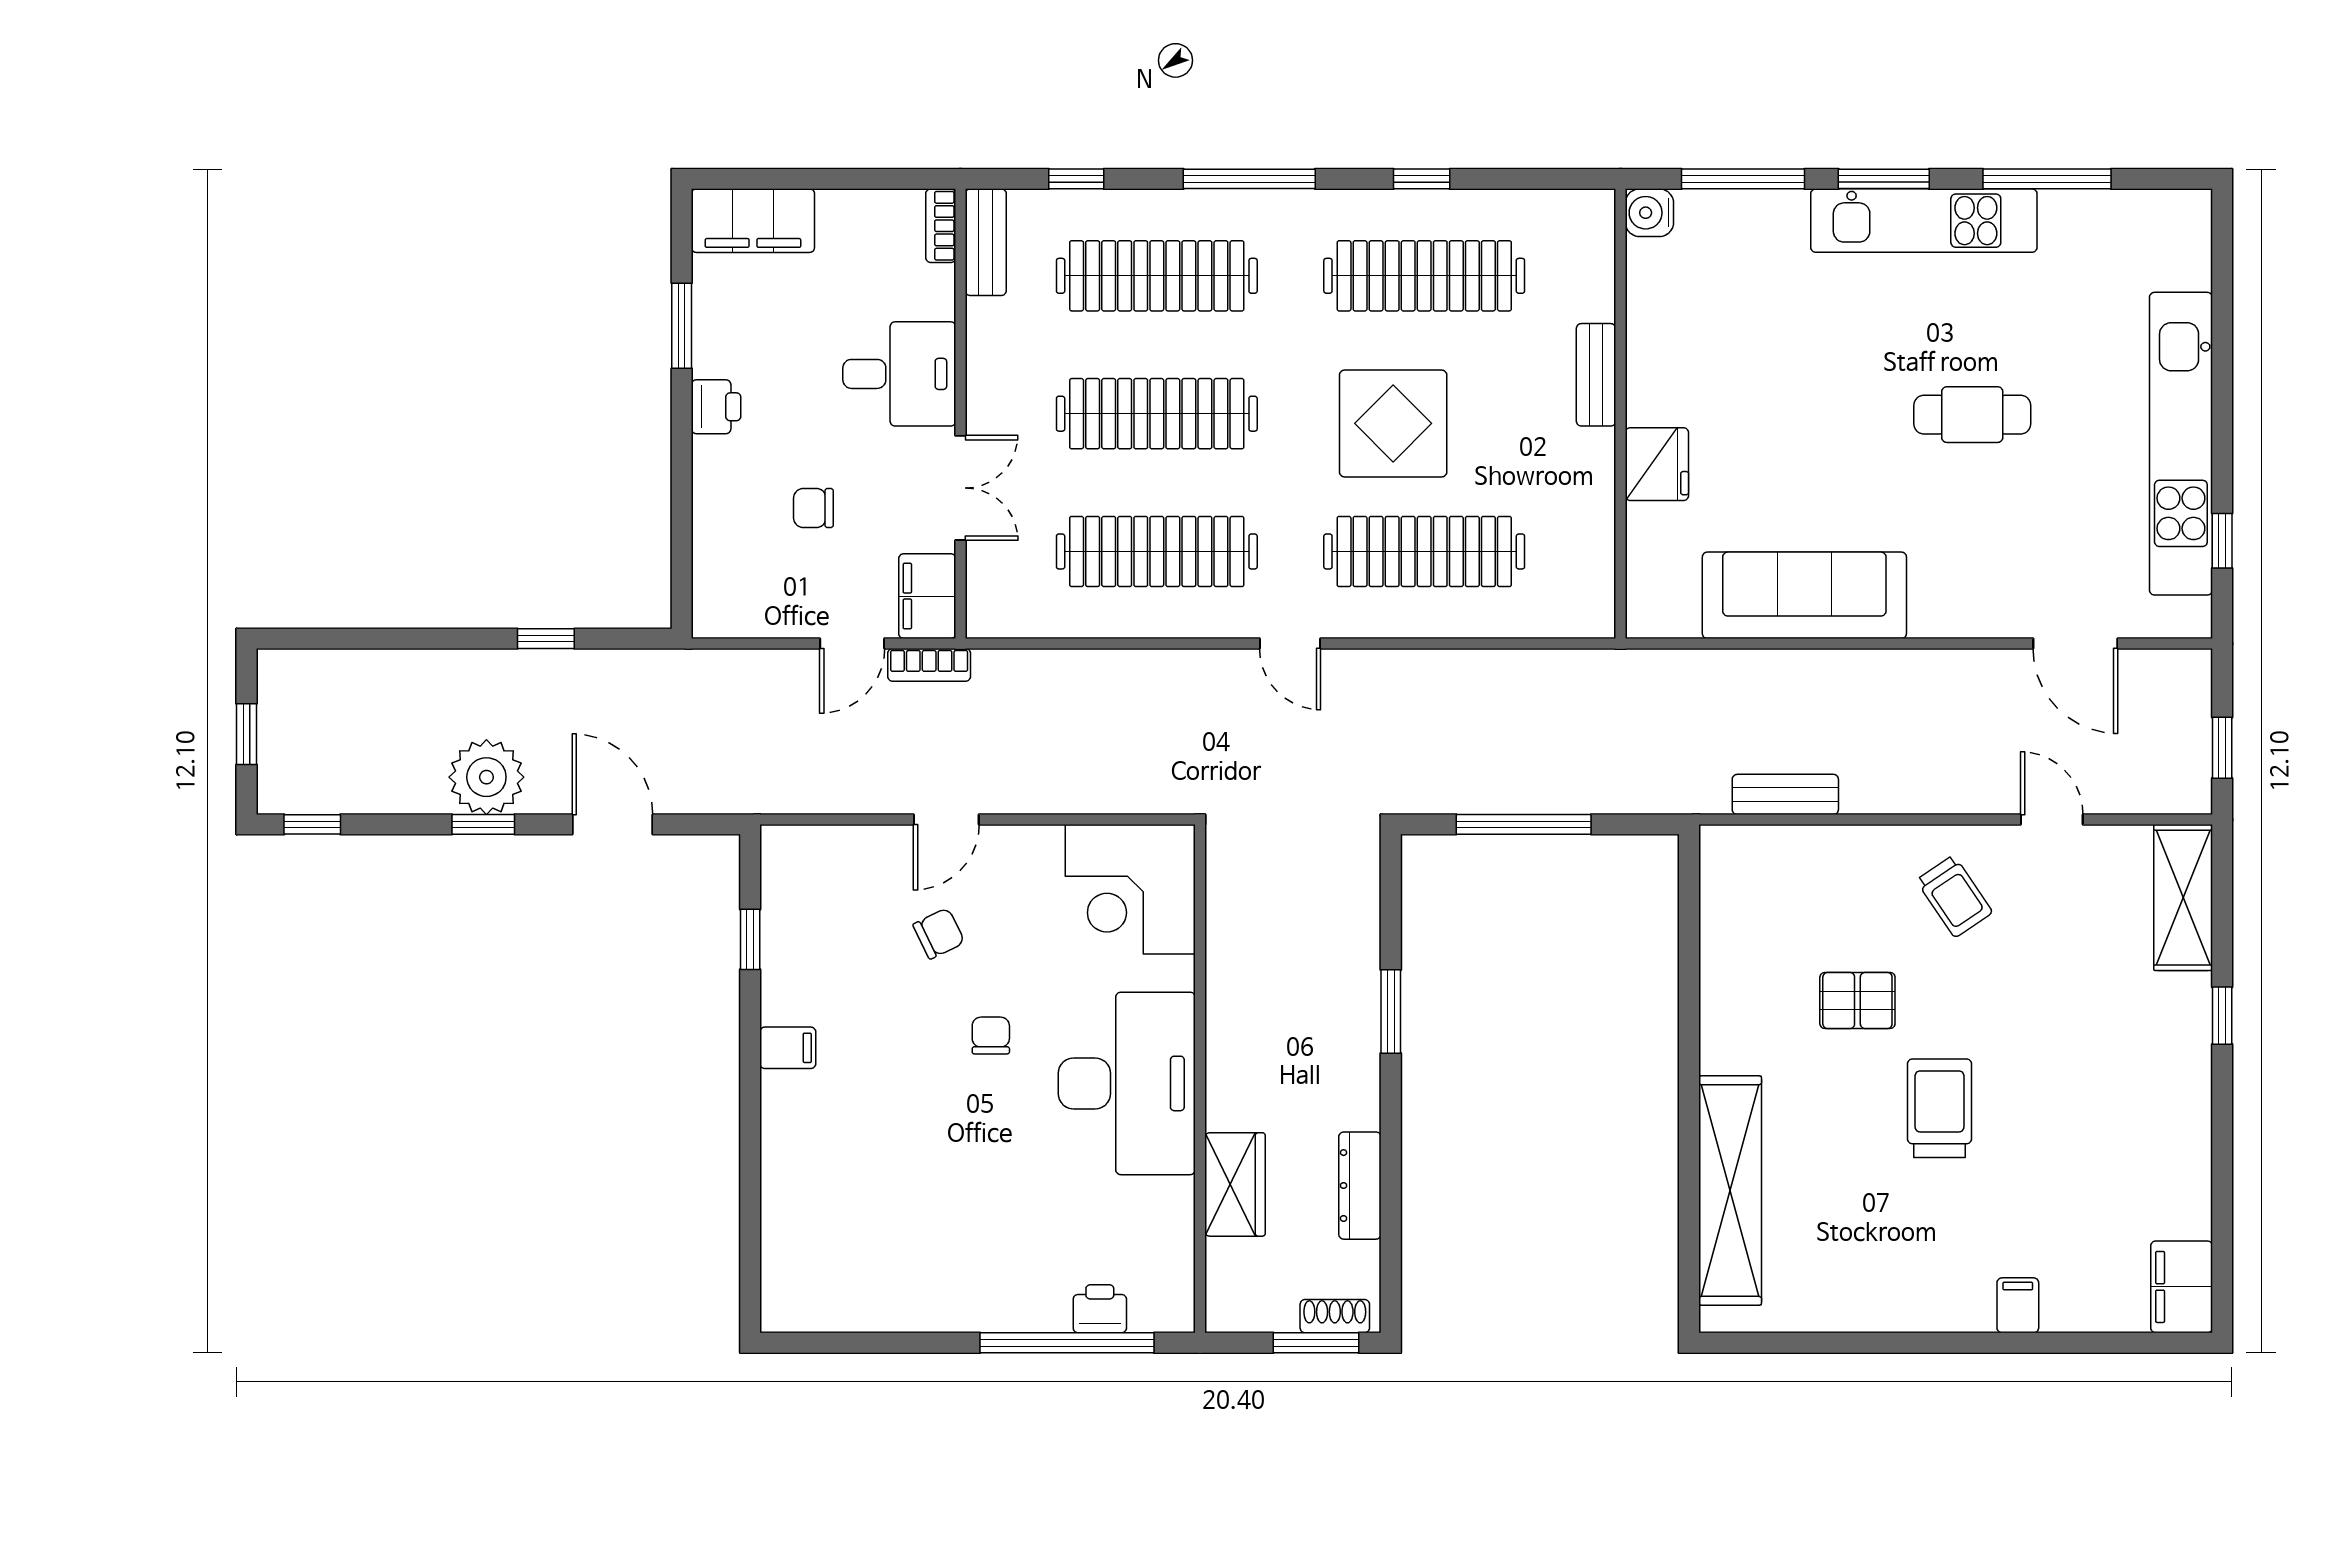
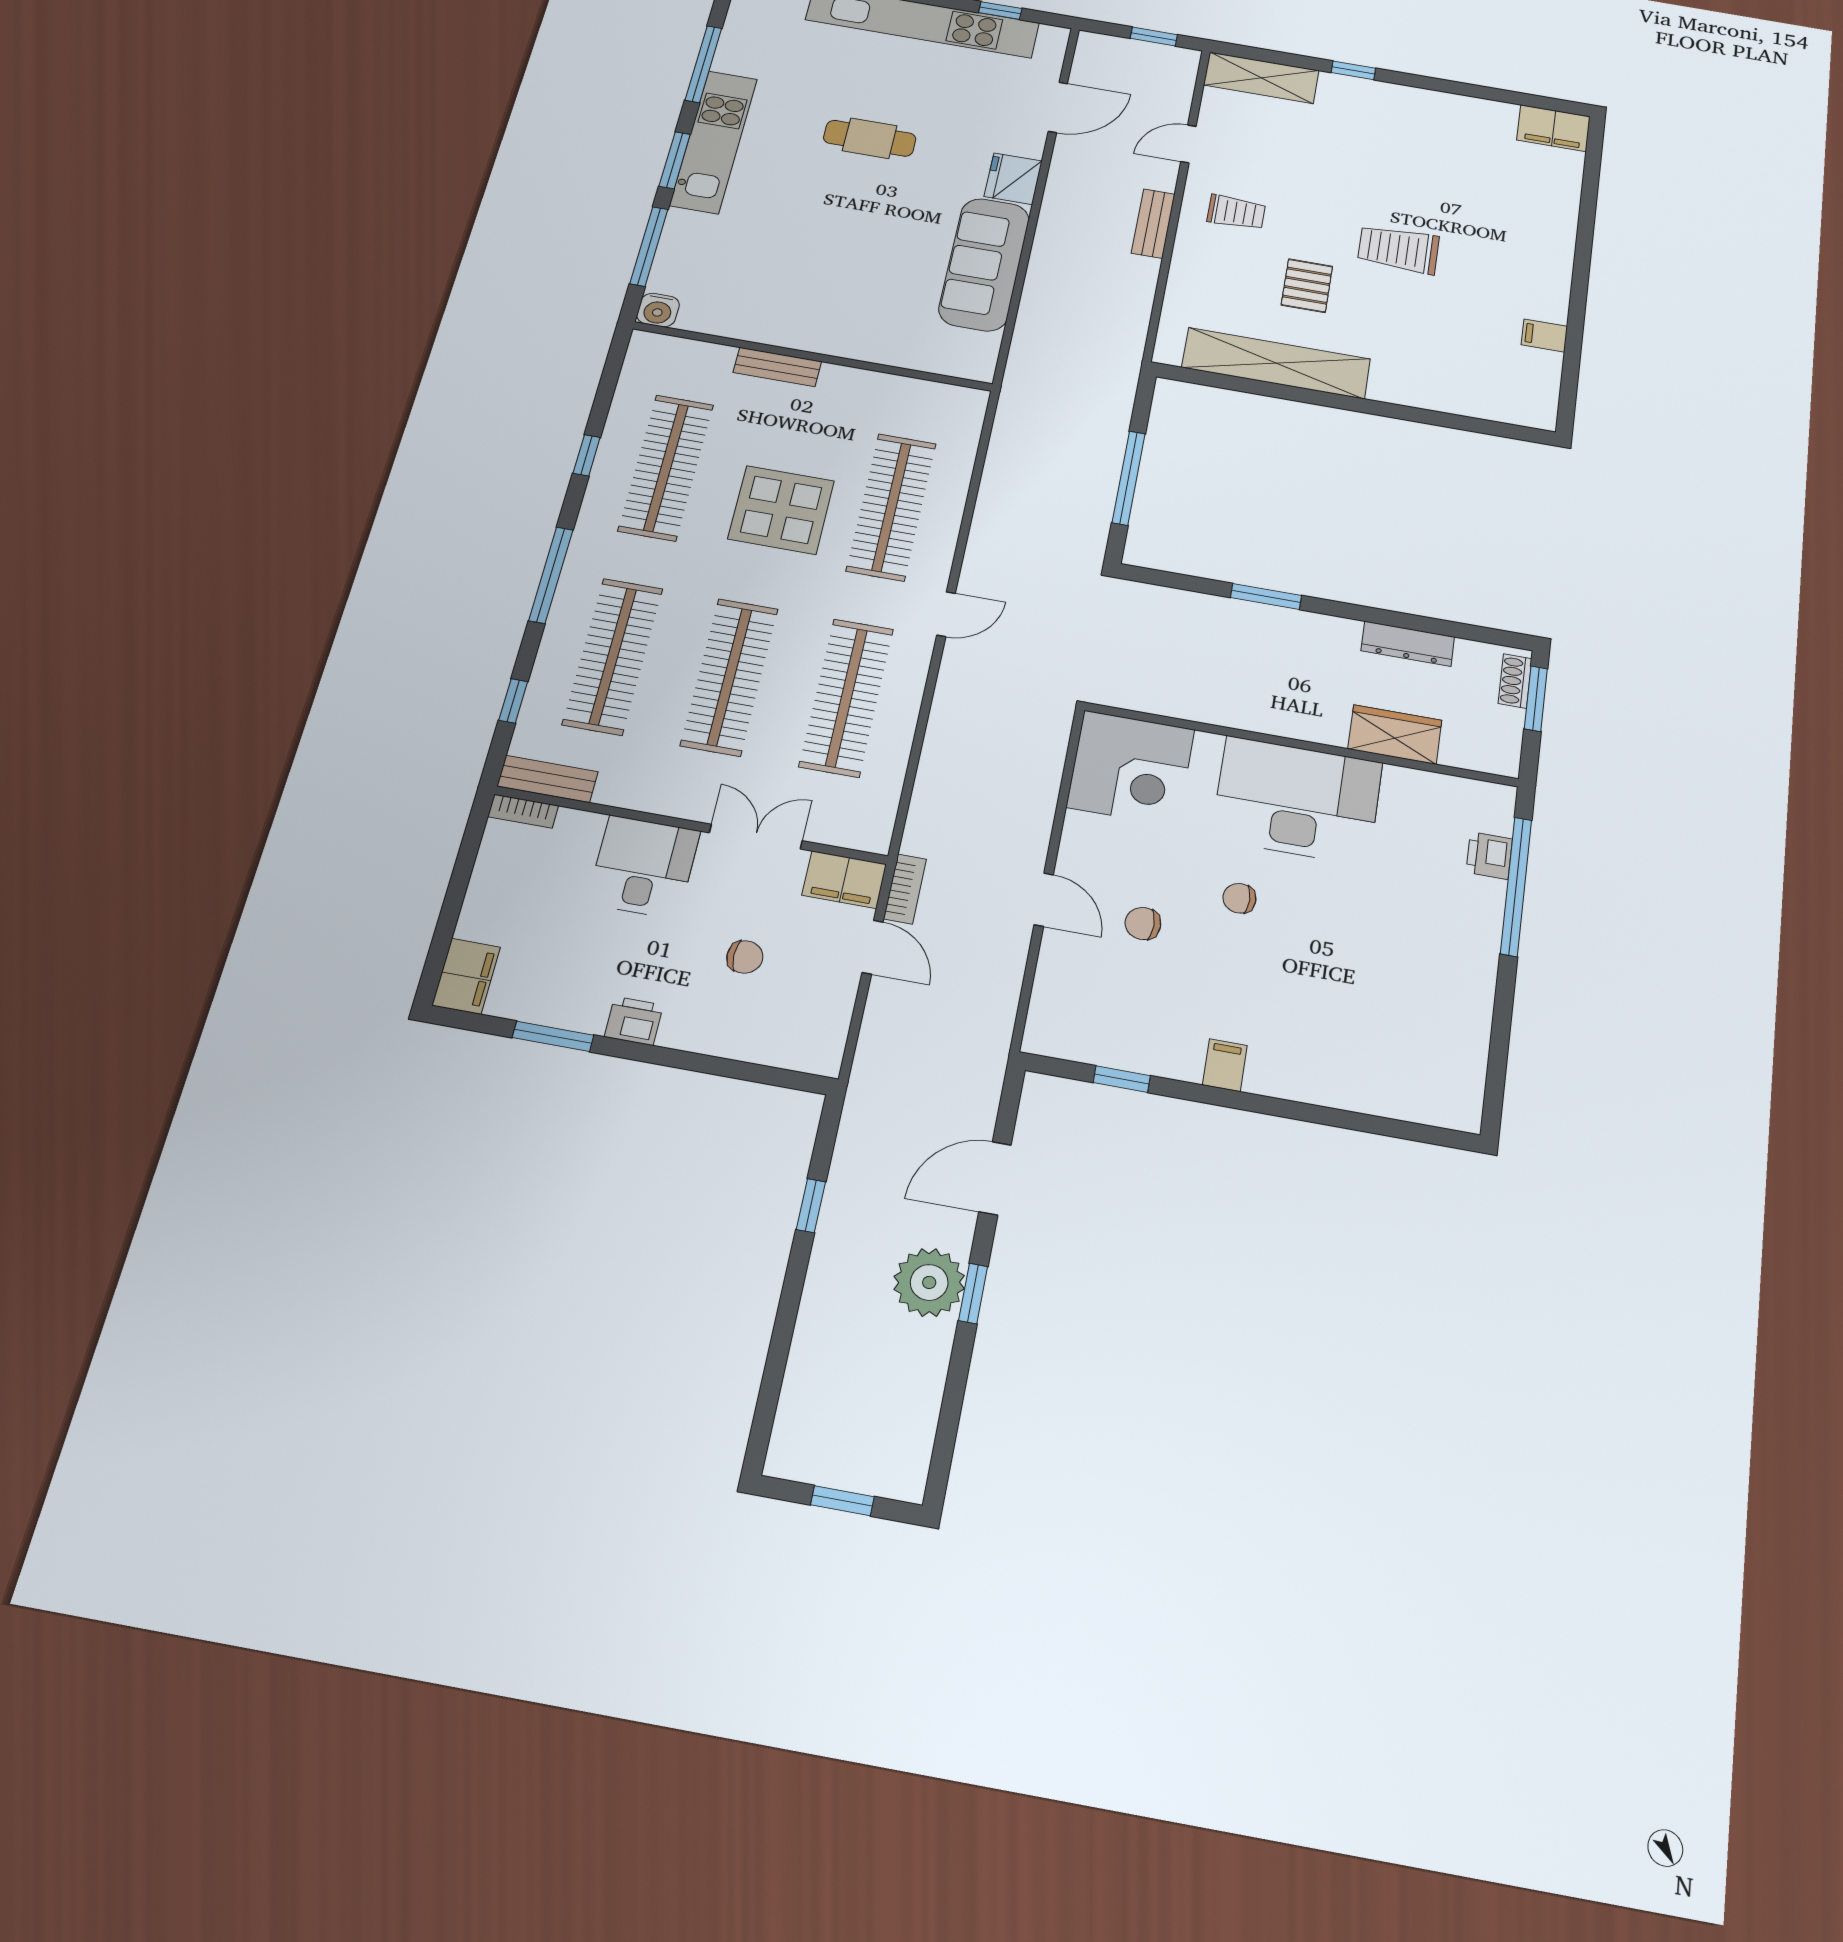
filing cabinet: (753, 221) -> (466, 976), width x0.67, depth x0.86
cafe table: (1972, 415) -> (870, 138), turned 90
fridge: (1657, 464) -> (1013, 179), moved, turned -90
chair: (813, 508) -> (745, 957), turned -90
bench: (1785, 794) -> (1153, 224), moved
window: (312, 824) -> (943, 1453), removed
trolley: (1954, 896) -> (1236, 212), turned 34
chair: (939, 933) -> (1143, 924), turned -64
shelving: (1730, 1191) -> (1276, 363), moved
filing cabinet: (2018, 1305) -> (1544, 336), moved

